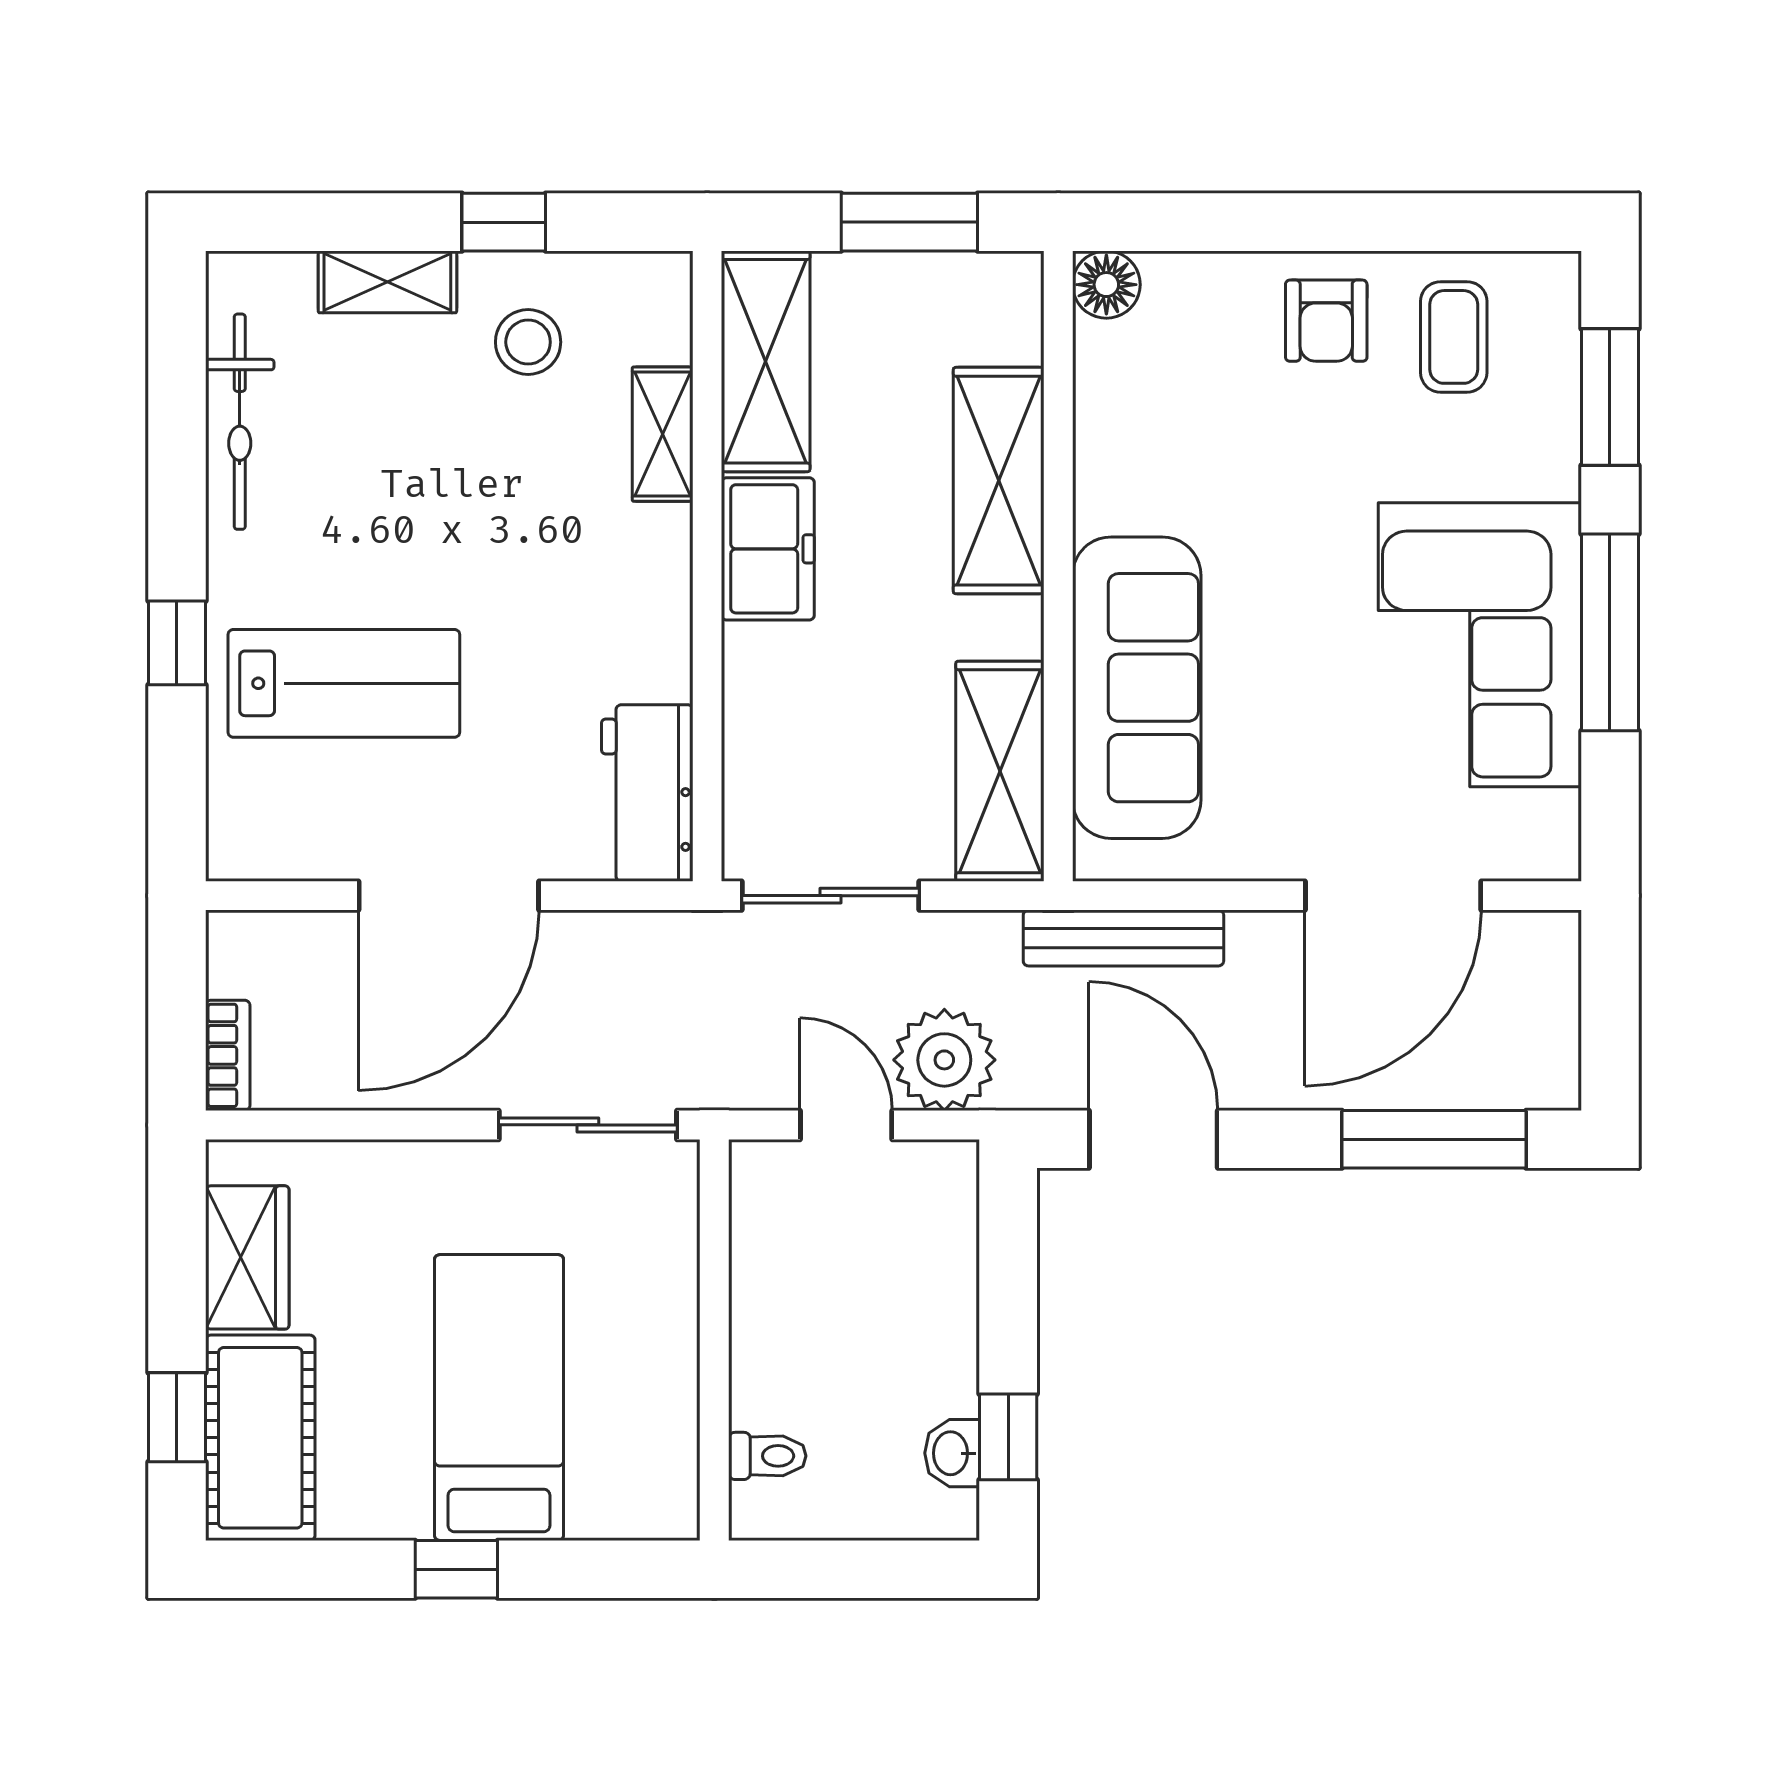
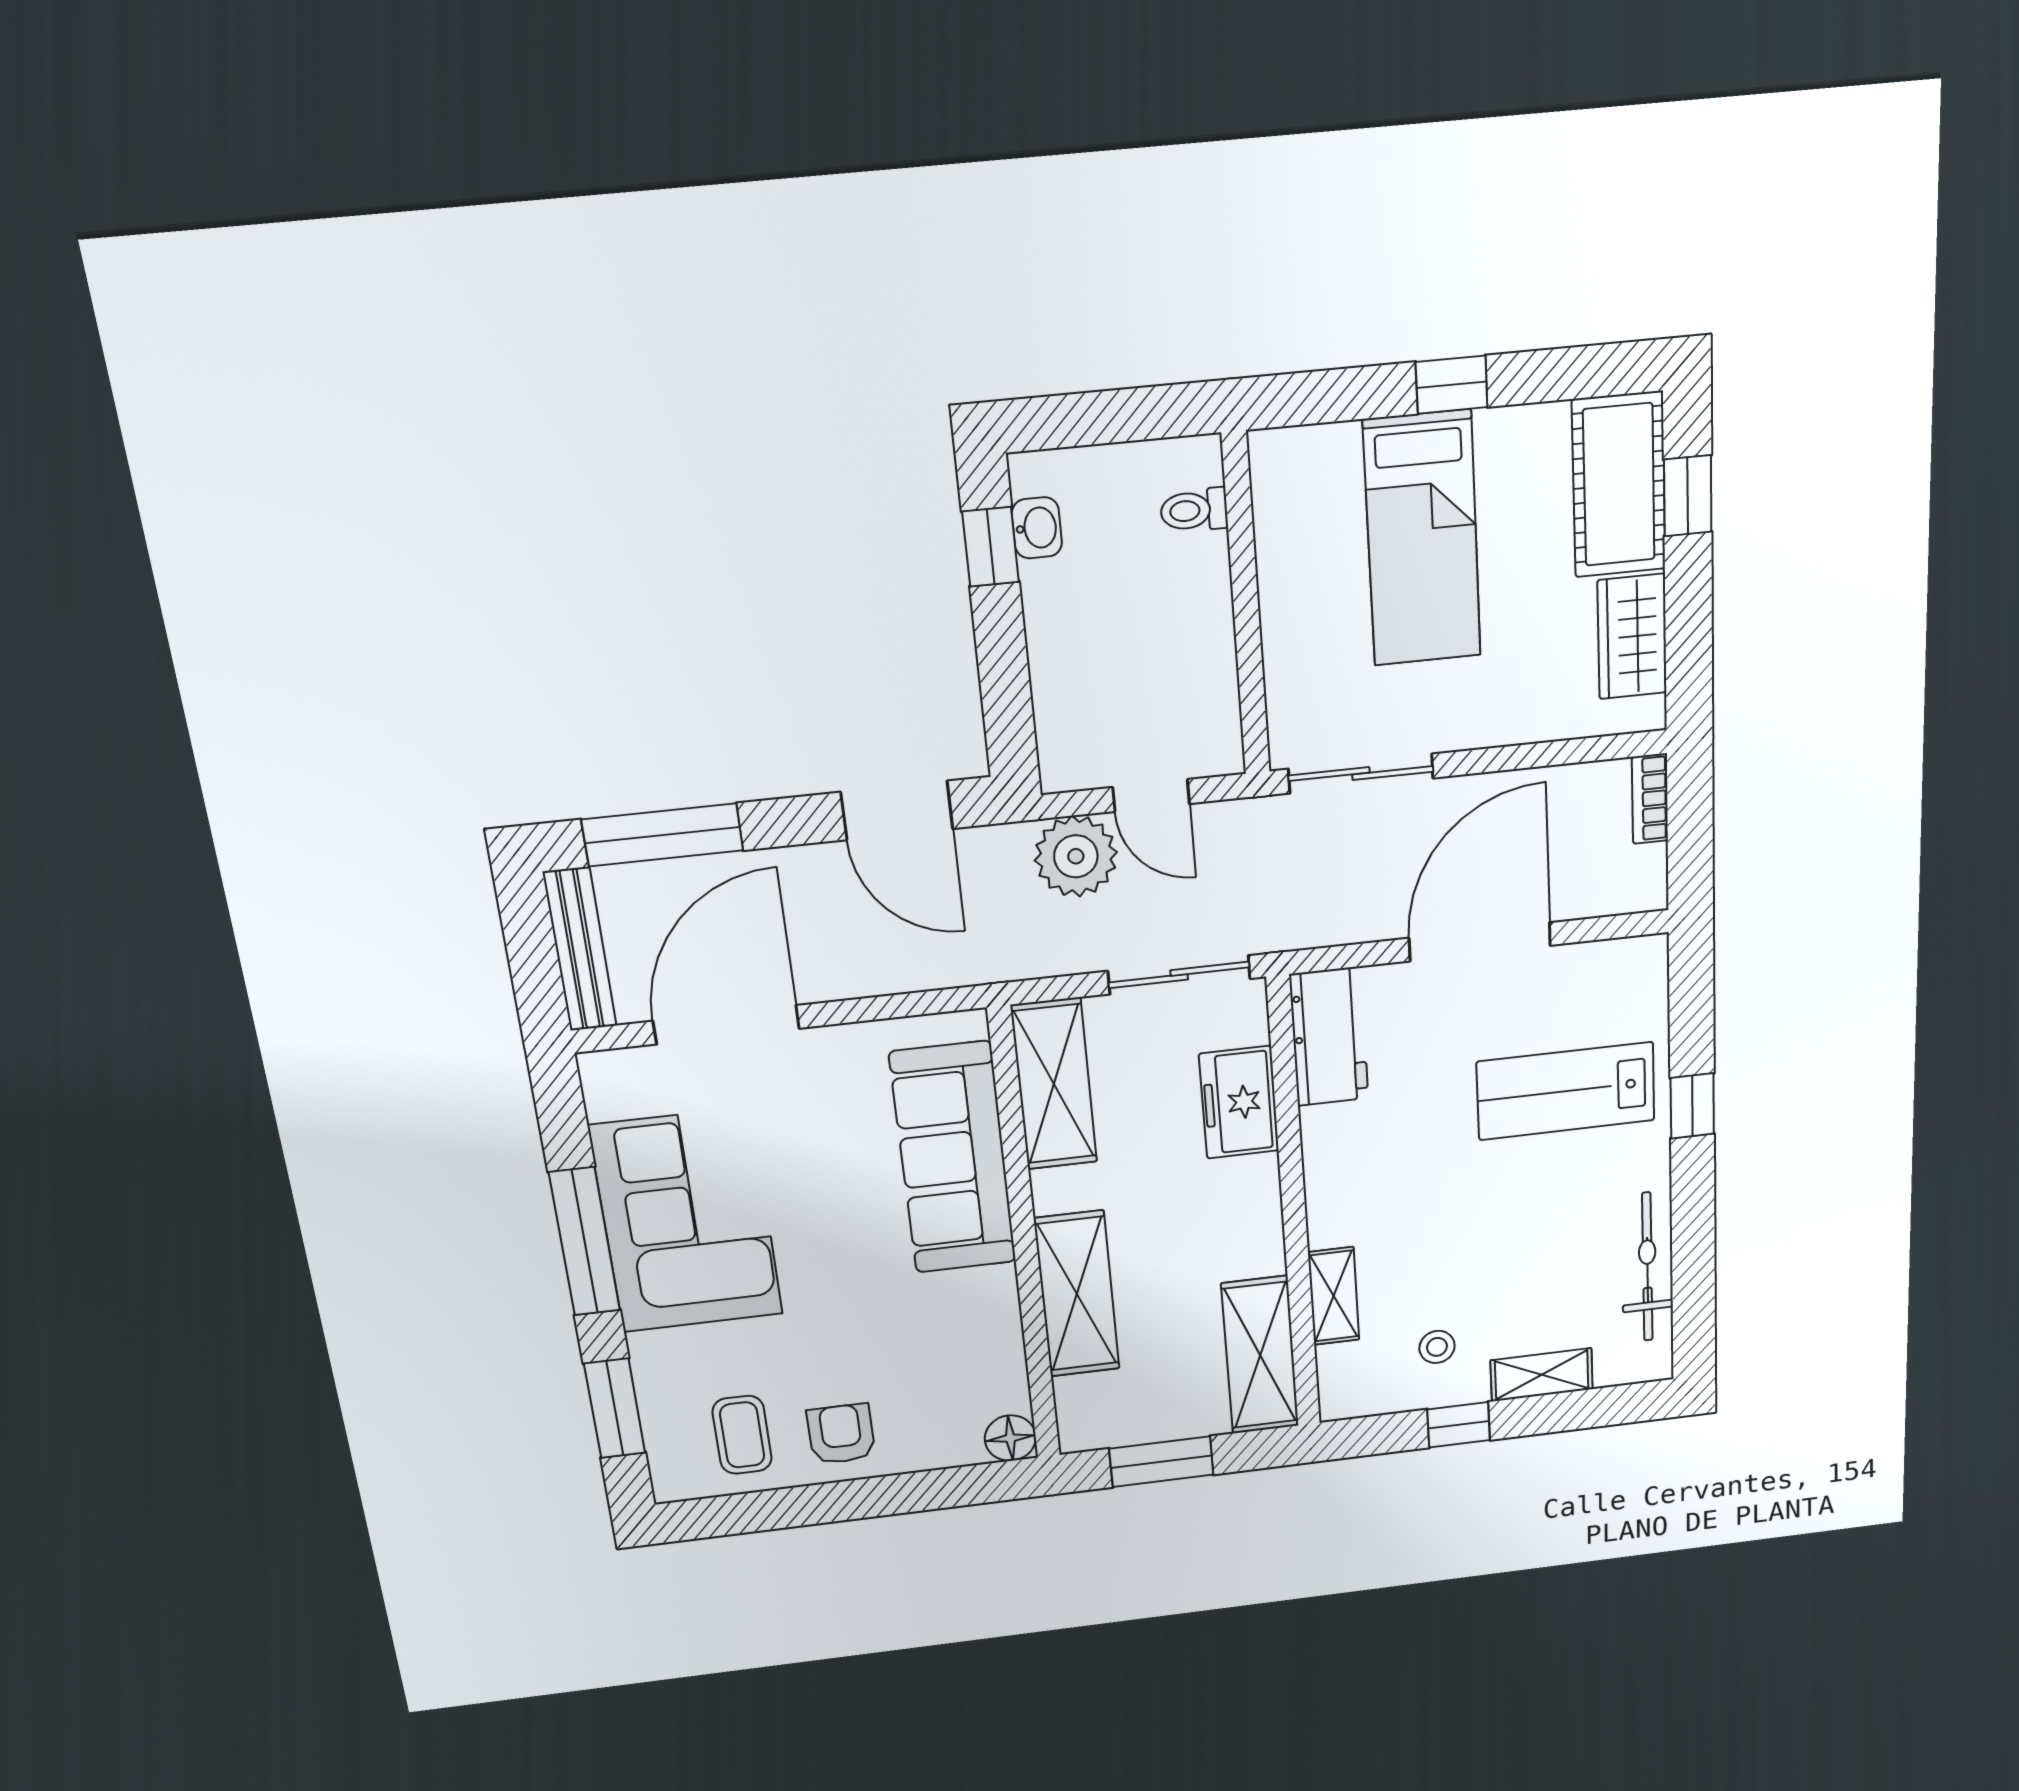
stool: (528, 342) -> (1437, 1347), width x0.73, depth x0.73
freezer: (768, 549) -> (1239, 1102), moved
bench: (1123, 938) -> (580, 949), moved, turned 90

